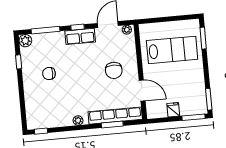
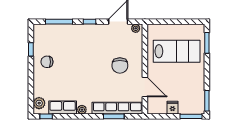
row of seats: (80, 36) -> (63, 108), moved, turned 180
plant: (25, 41) -> (39, 103), moved
chair: (49, 74) -> (47, 62), moved

